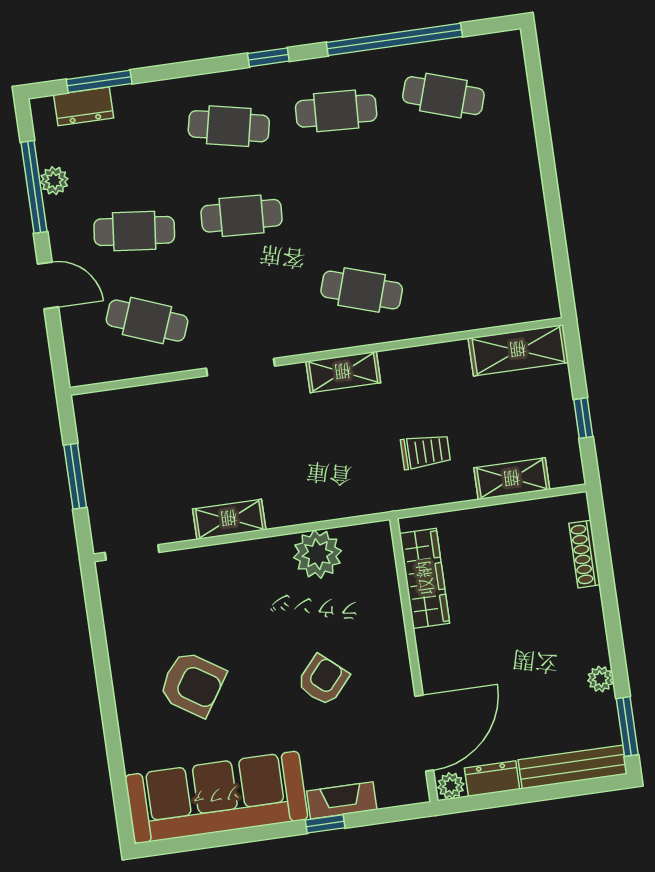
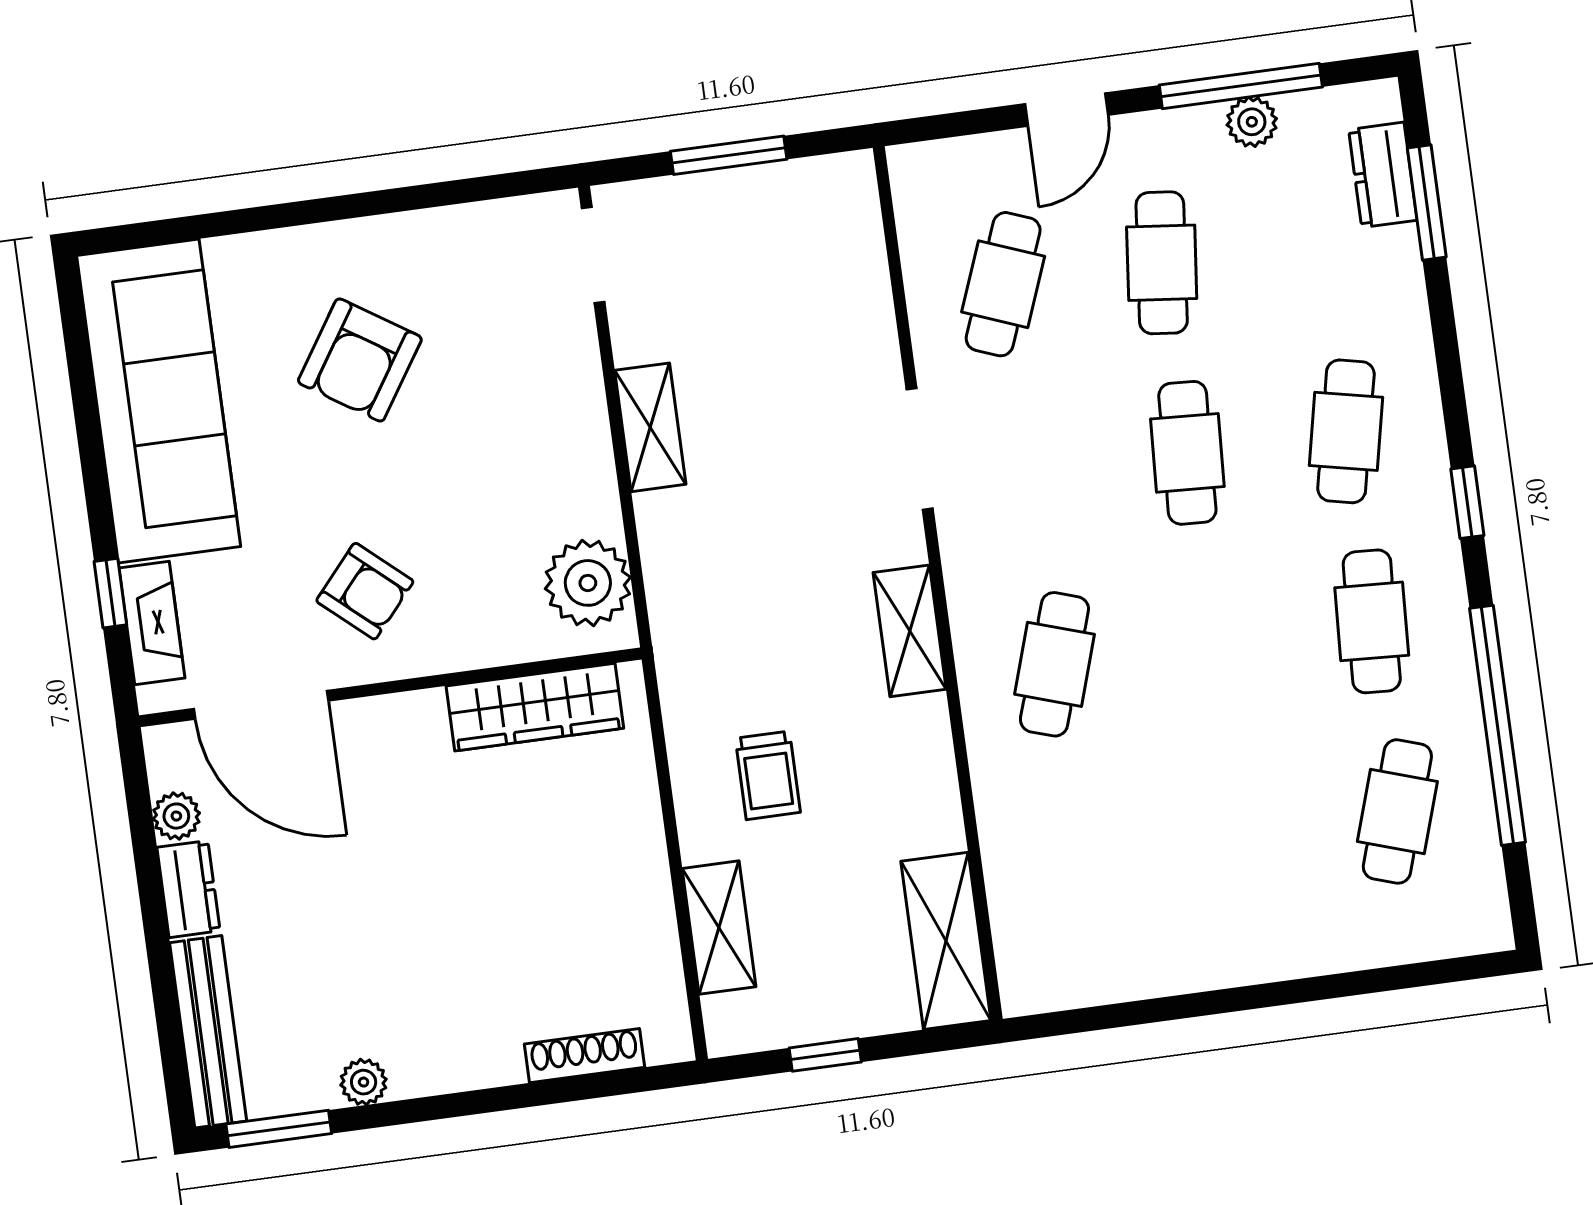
wardrobe: (424, 578) -> (535, 707), moved
wall: (414, 660) -> (390, 687), moved
door: (424, 733) -> (261, 705), moved

